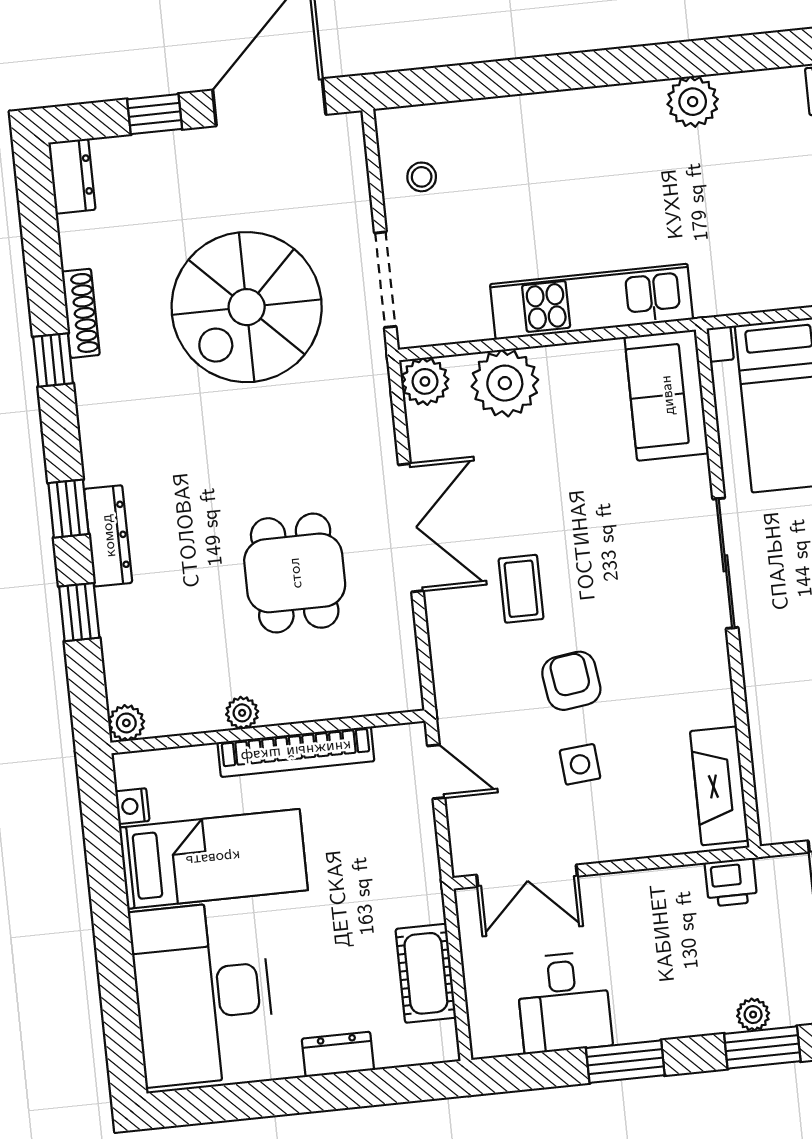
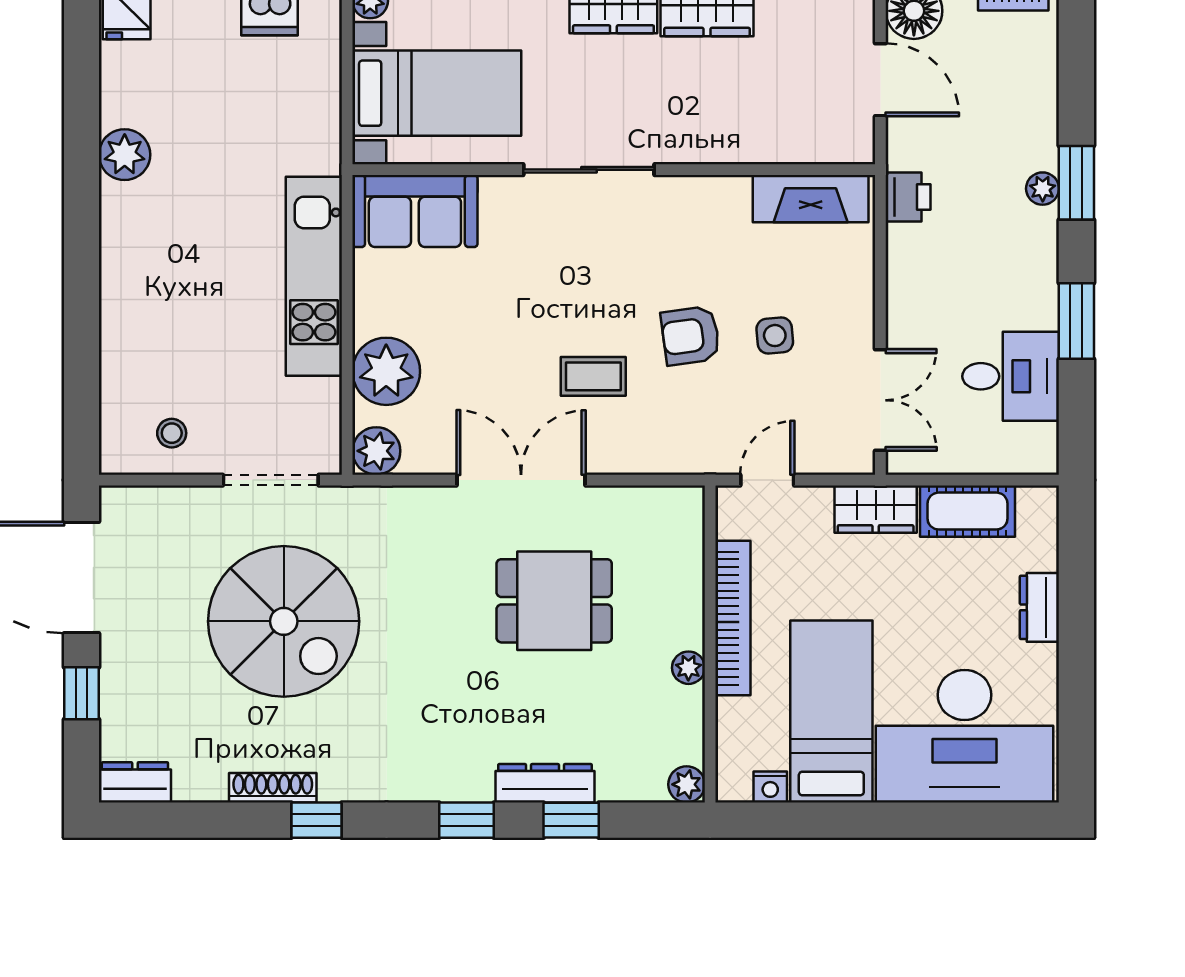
dresser: (108, 536) -> (545, 783), moved
wardrobe: (418, 882) -> (876, 509), added

